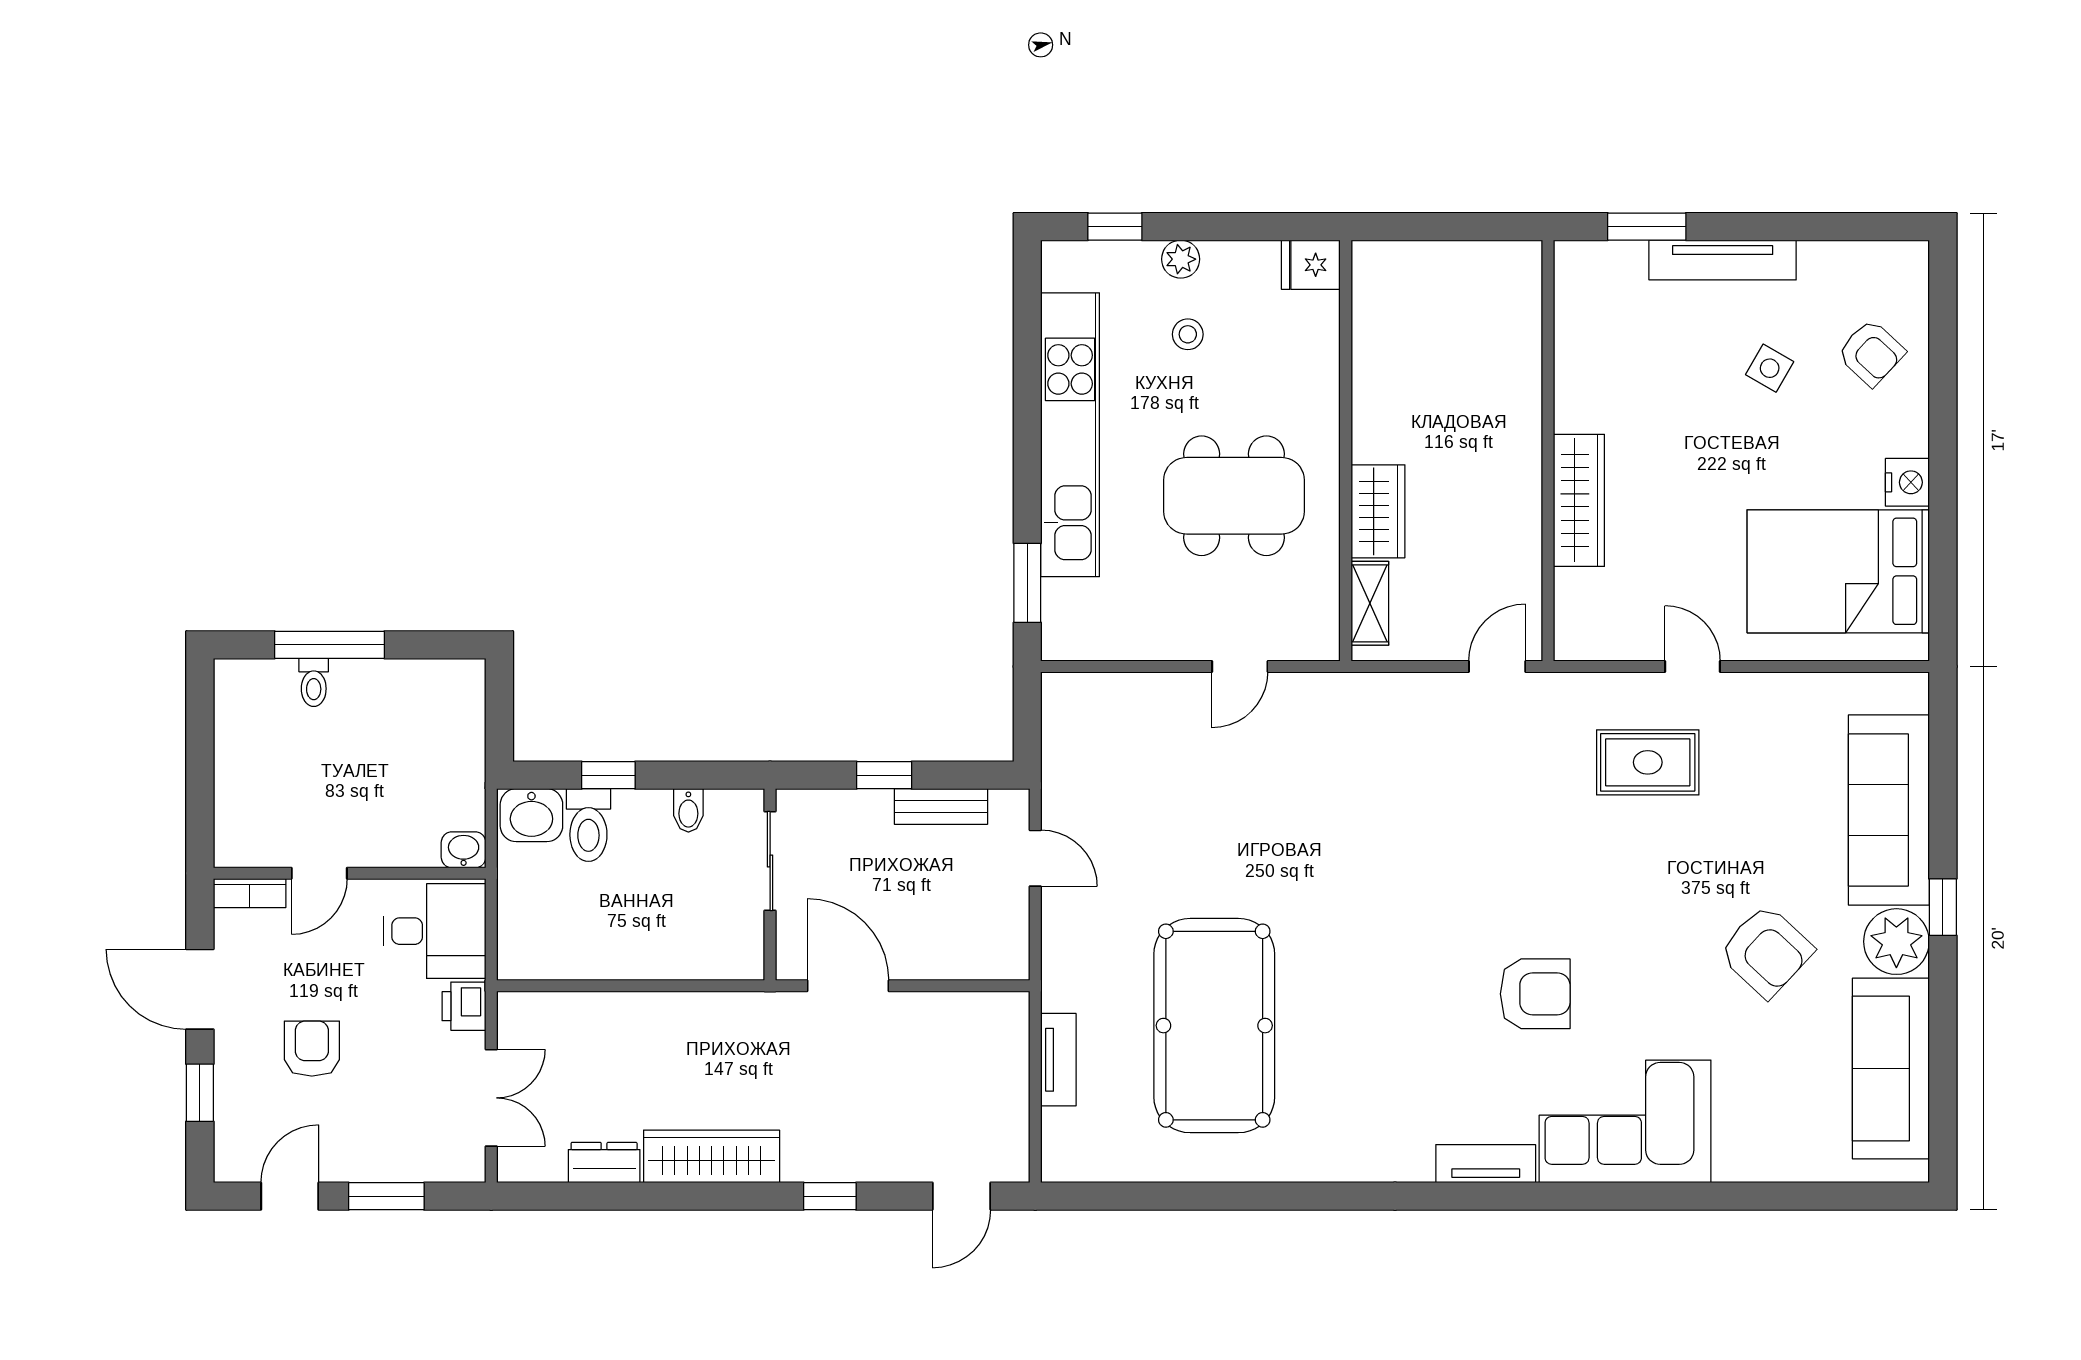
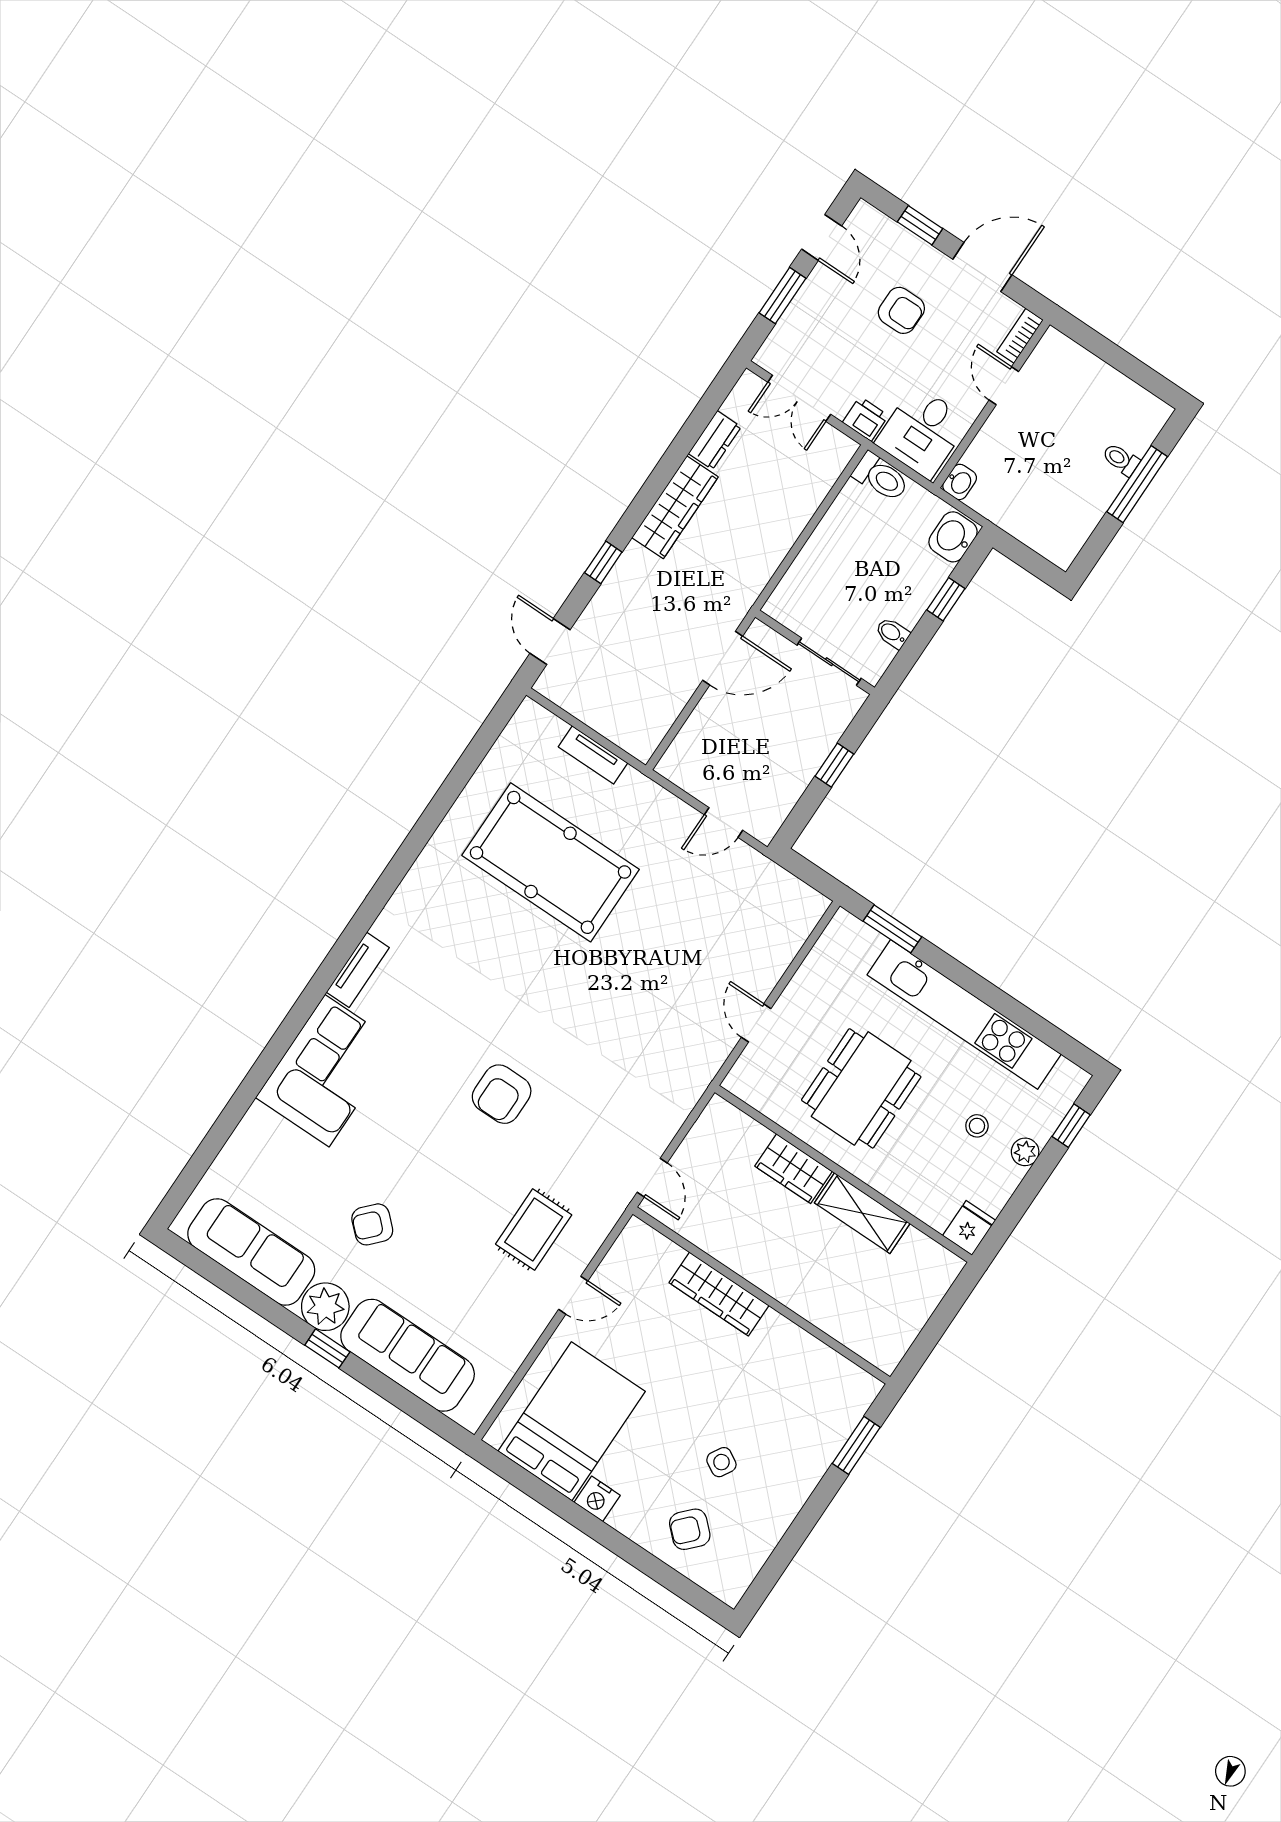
tv unit: (1723, 260) -> (805, 1478), removed
shelving: (1370, 603) -> (862, 1213), moved, width x1.50, depth x1.33
bench: (941, 807) -> (793, 787), removed
toilet: (588, 825) -> (881, 477), moved, turned 180
armchair: (1766, 951) -> (372, 1224), width x0.72, depth x0.72
armchair: (1535, 994) -> (502, 1094), moved

